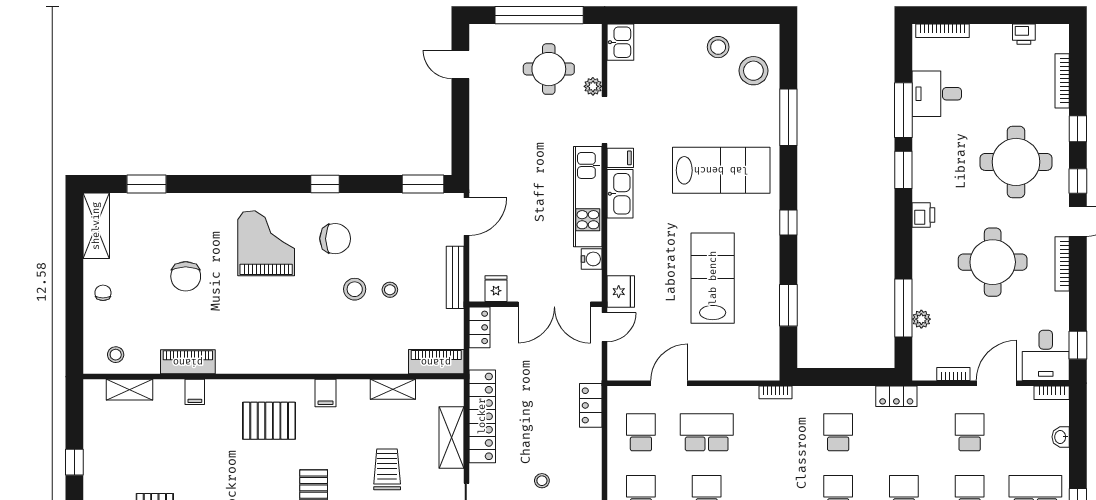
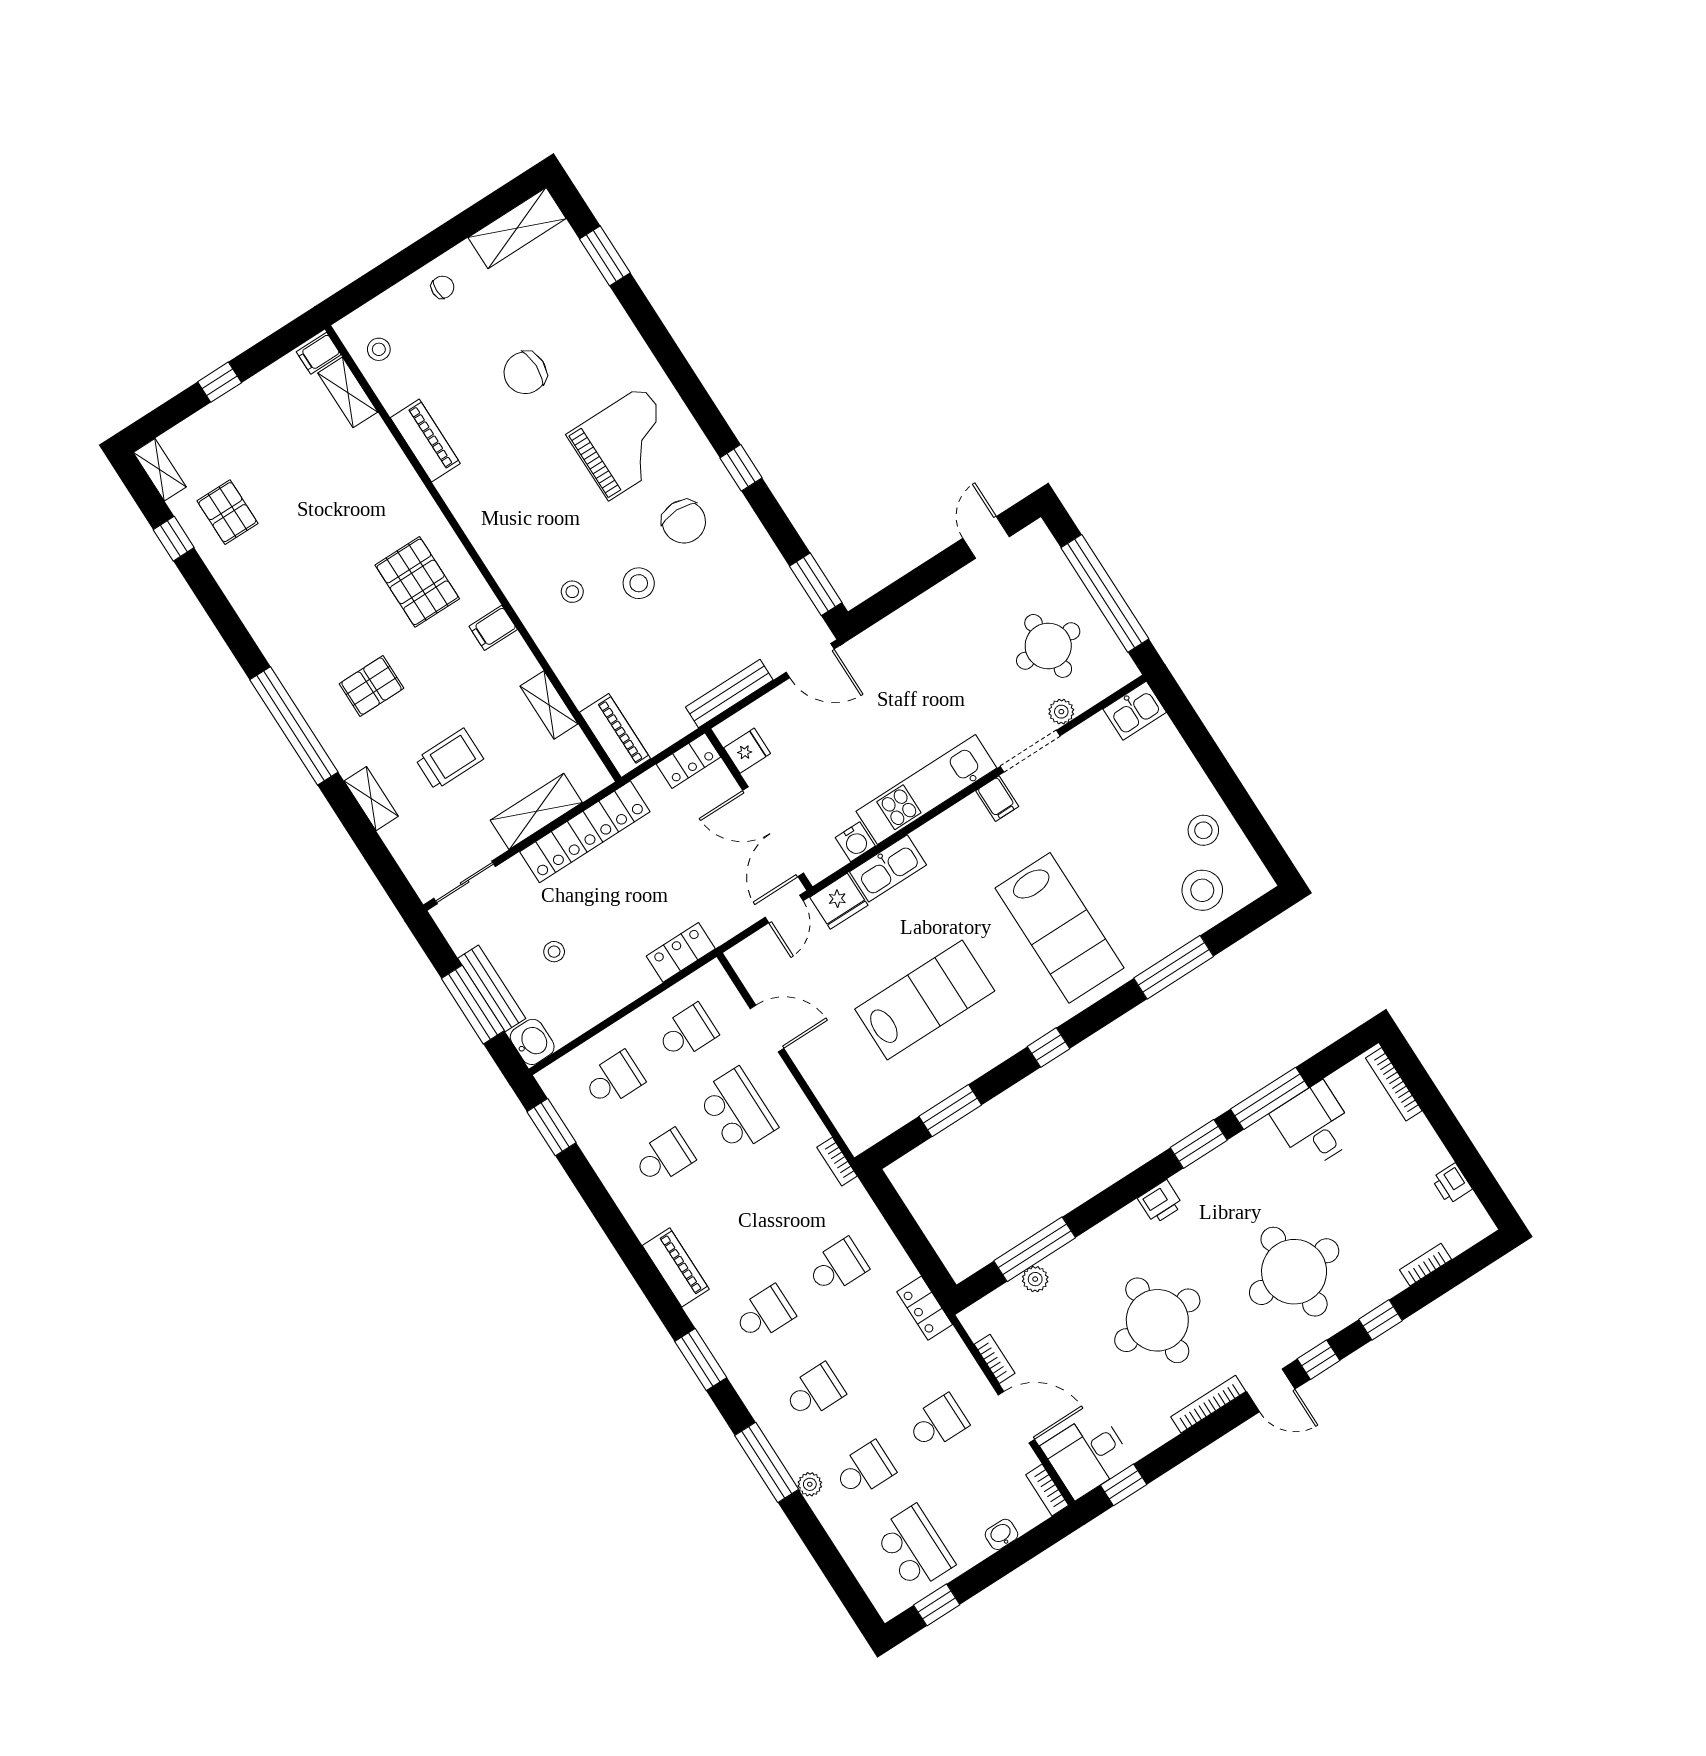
bookcase: (1062, 81) -> (1425, 1265), width x0.64
kitchen sink: (620, 194) -> (888, 868), moved
stool: (390, 290) -> (572, 592), moved
door: (605, 327) -> (784, 909), hinge flipped
filing cabinet: (195, 392) -> (319, 353), moved

